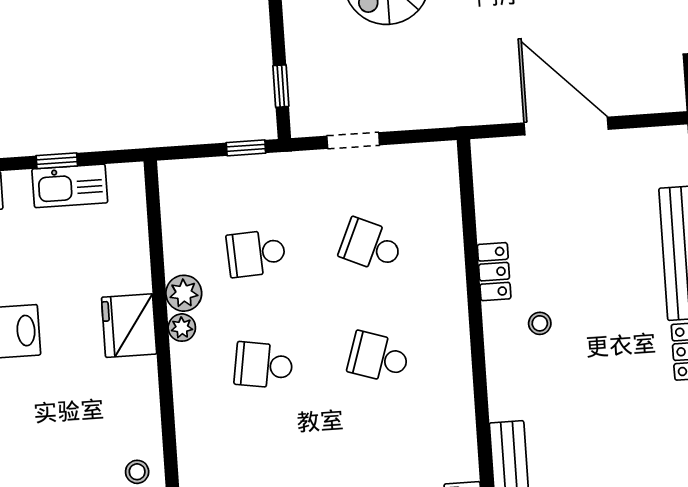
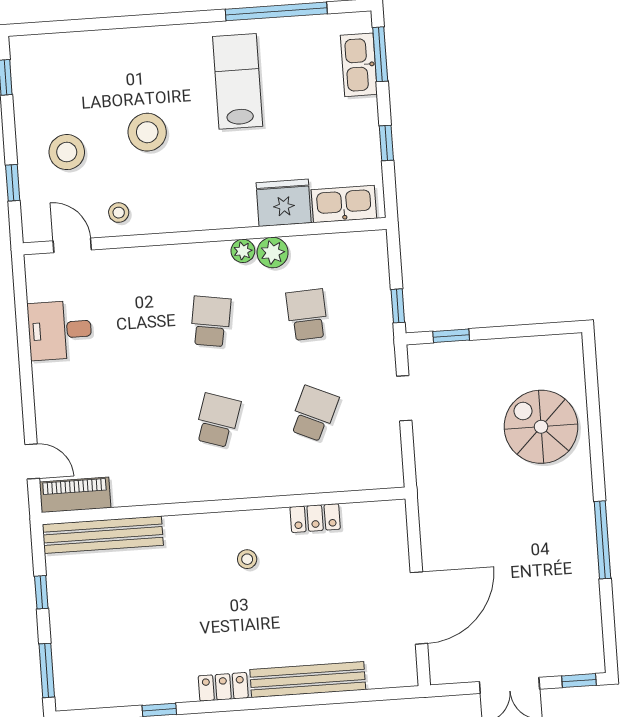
door: (566, 126) -> (419, 608), moved
kitchen sink: (70, 186) -> (344, 204), moved, turned 90
locker: (494, 272) -> (315, 518), moved
fridge: (129, 326) -> (284, 203), moved
stool: (44, 439) -> (147, 132), added

